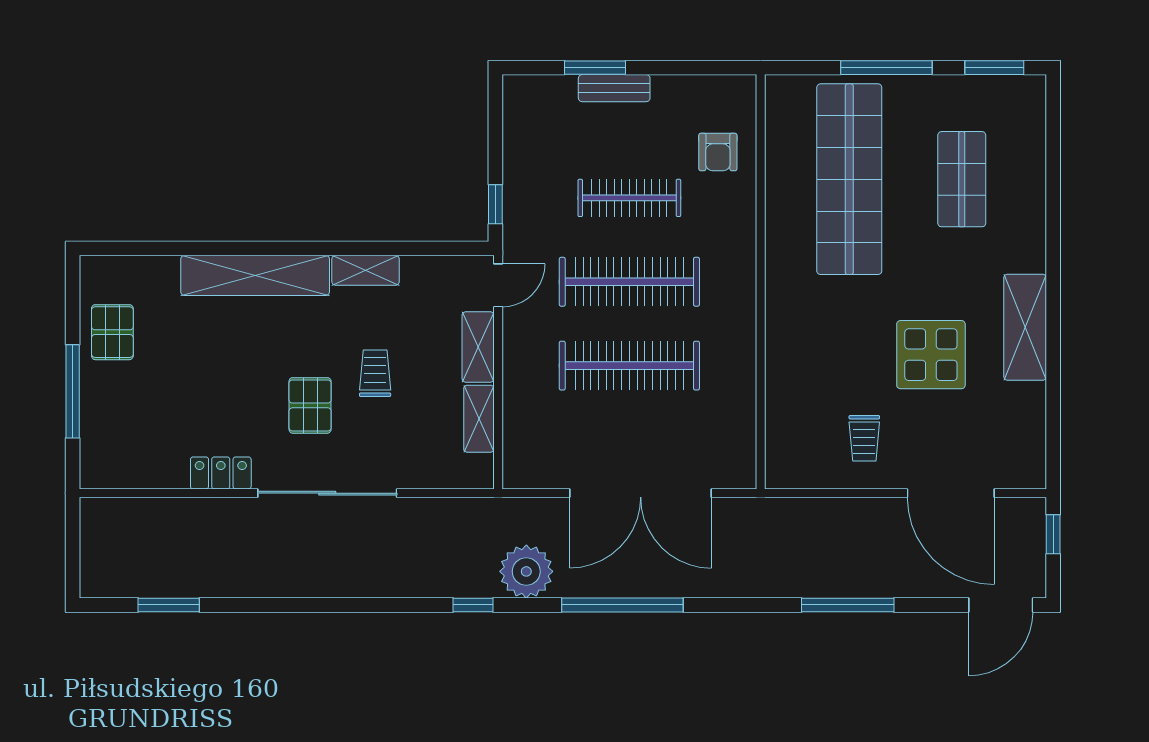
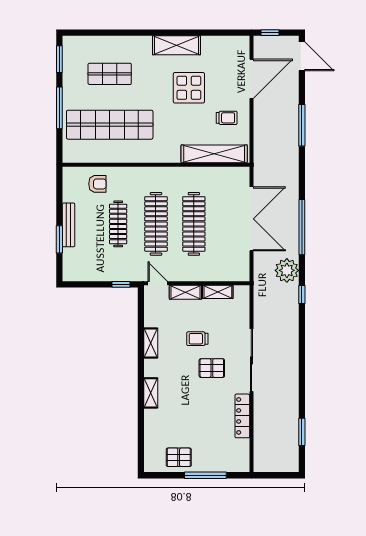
bench: (614, 88) -> (69, 225), width x1.36
shelving: (255, 275) -> (151, 393), width x0.45, depth x0.75
shelving: (785, 411) -> (214, 154), added
locker: (221, 473) -> (242, 416), width x1.53

